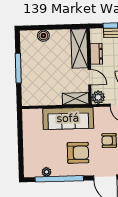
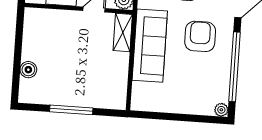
shelving: (79, 49) -> (52, 20), removed
plant: (46, 172) -> (221, 110), moved

